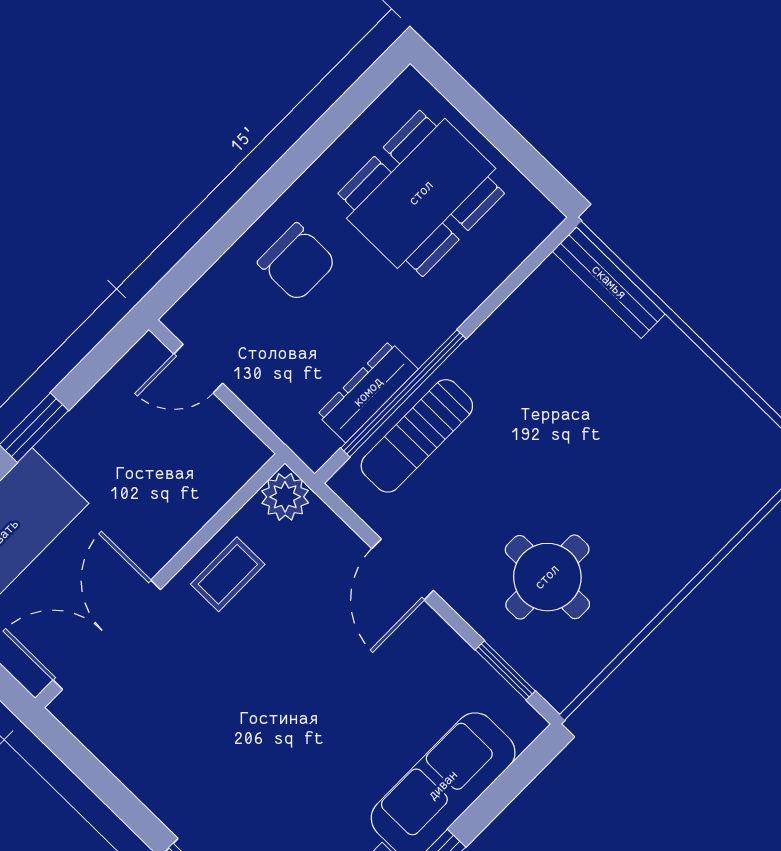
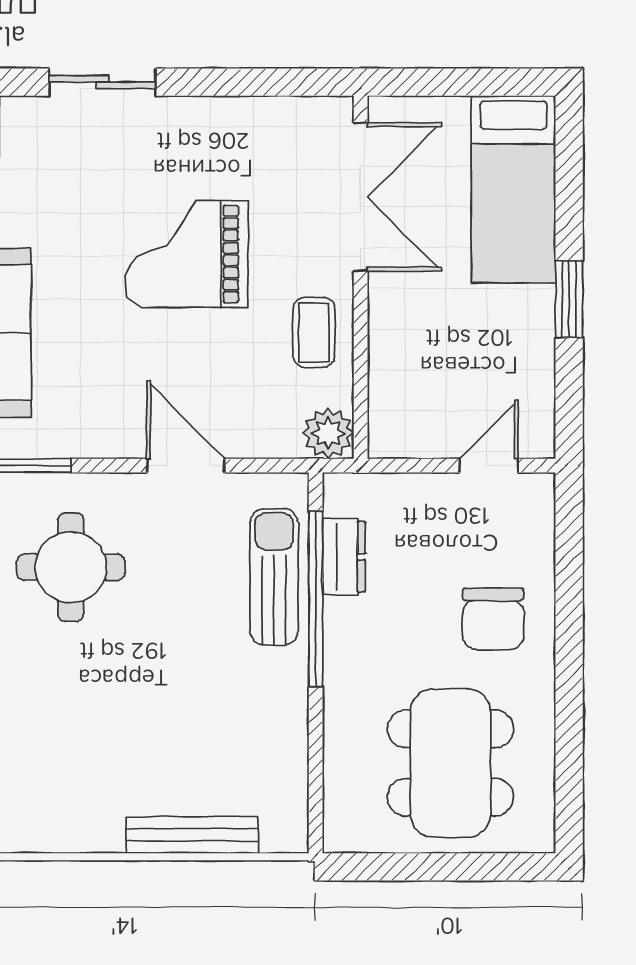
chair: (297, 262) -> (493, 619), turned -90
bench: (609, 282) -> (192, 835), moved
dresser: (368, 392) -> (344, 557), width x0.70
grand piano: (262, 712) -> (186, 254), added

